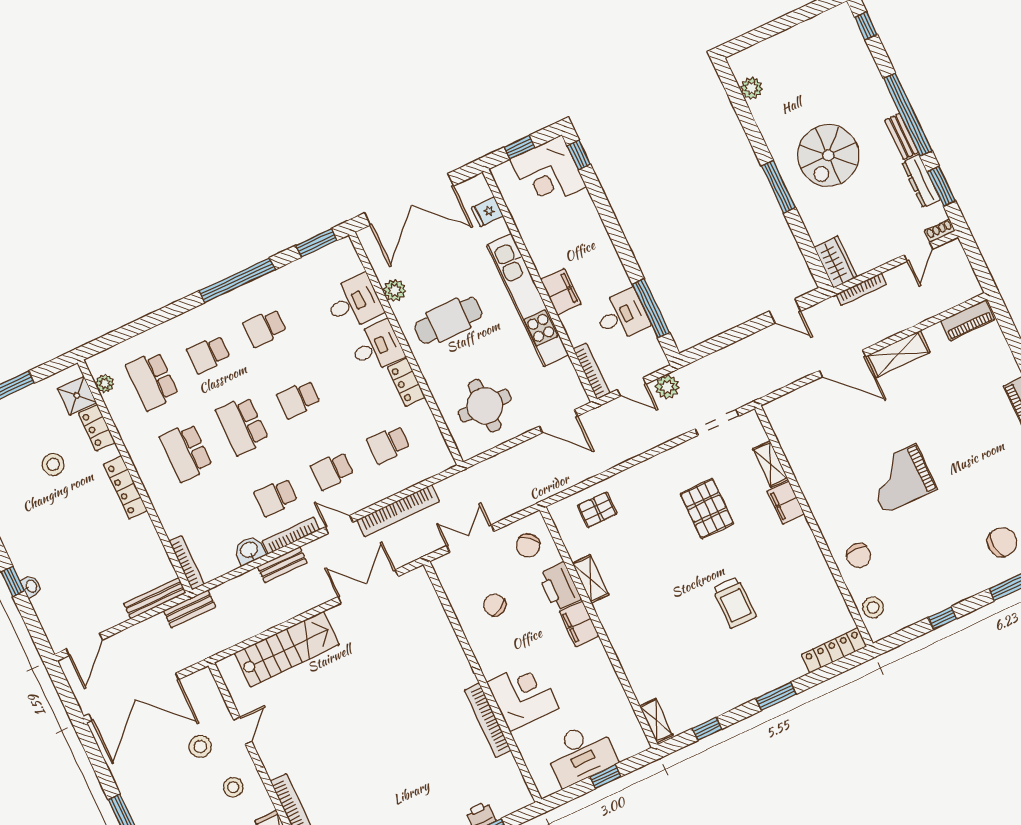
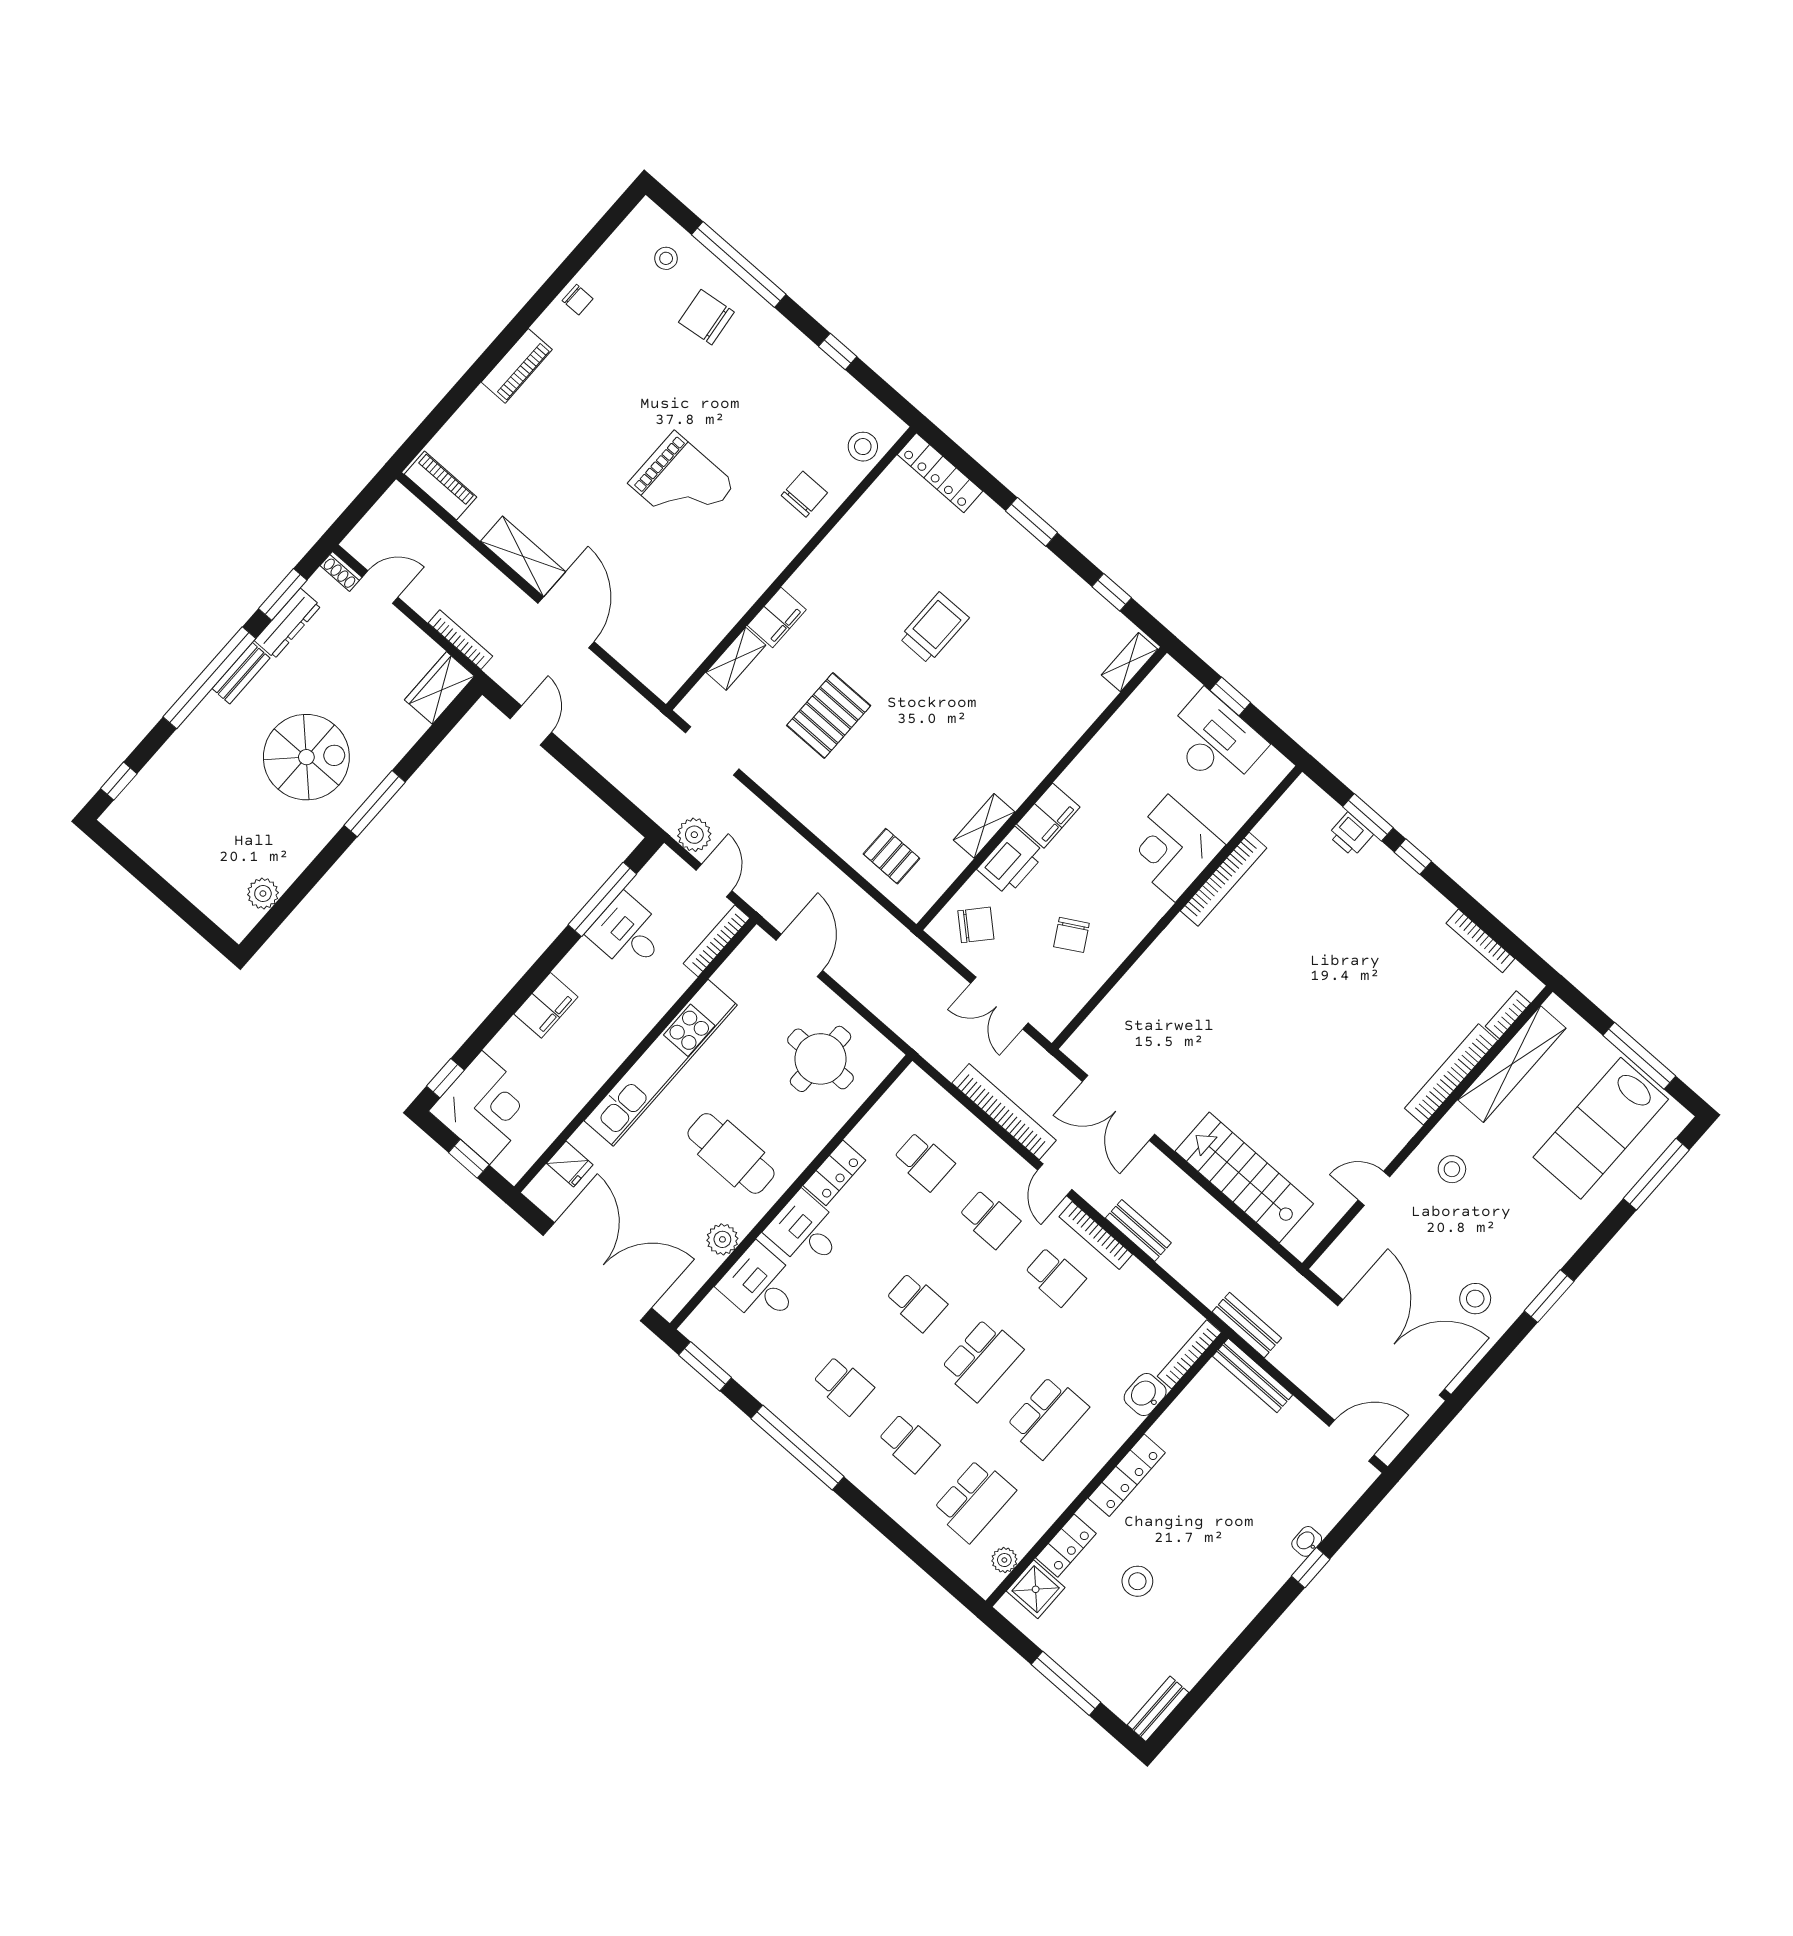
filing cabinet: (561, 292) -> (546, 1005), moved, turned 180
washbasin: (249, 550) -> (1145, 1395), moved, turned 90
stool: (200, 747) -> (1475, 1299), moved

